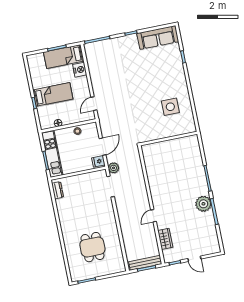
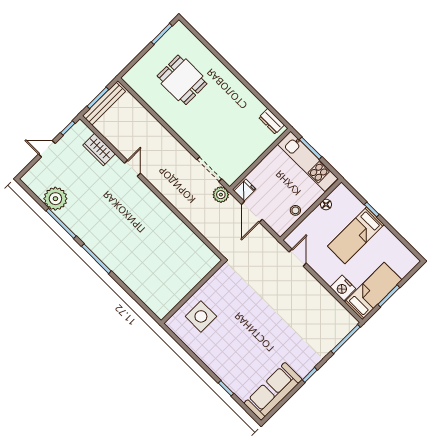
wall: (169, 139) -> (193, 292), moved
plant: (203, 204) -> (55, 199), moved

